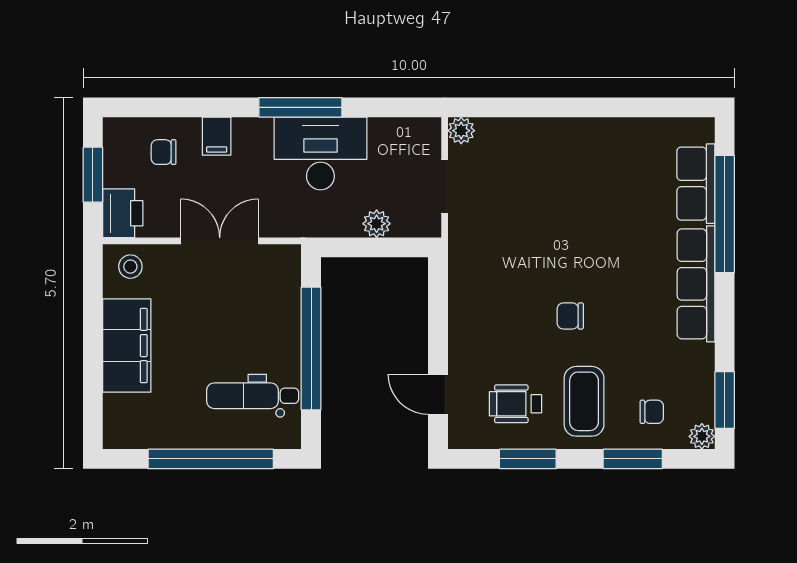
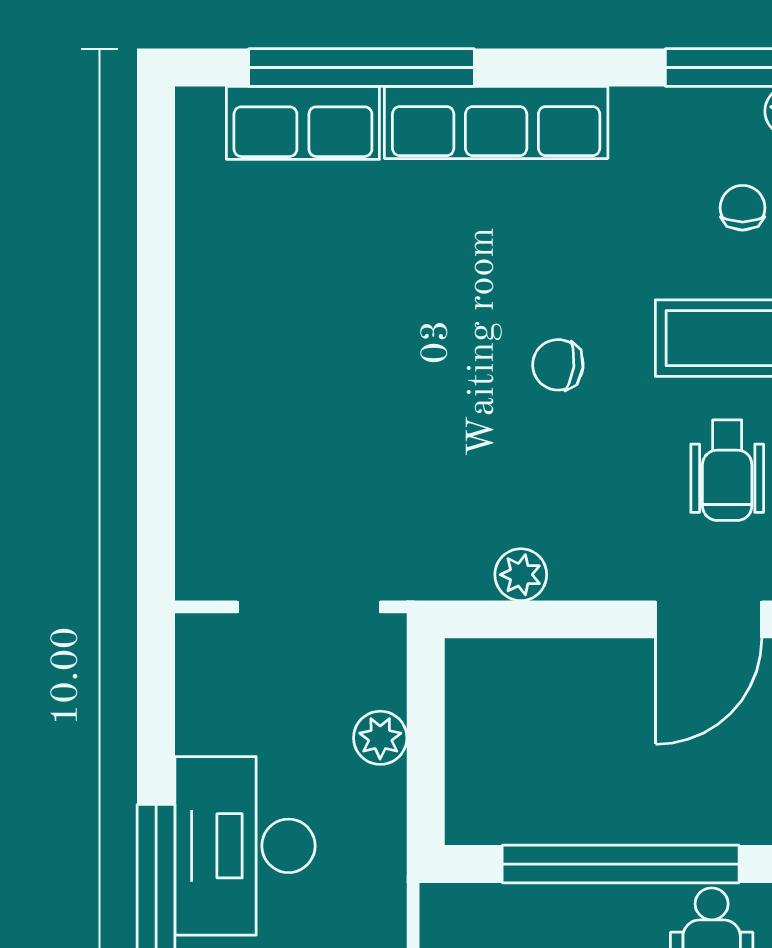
plant: (461, 131) -> (521, 575), moved
doorway: (445, 187) -> (309, 607), width x1.38
chair: (570, 316) -> (558, 365), turned 97
door: (438, 394) -> (709, 619), width x1.38

